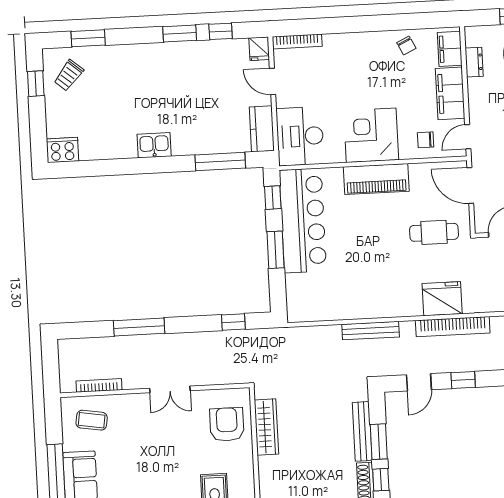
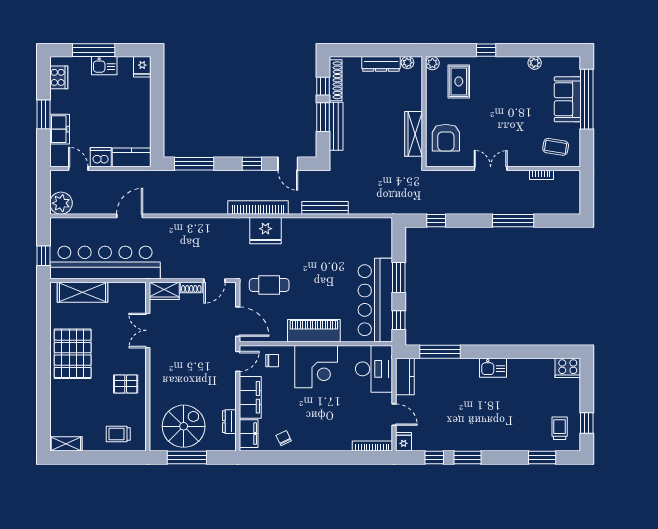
trolley: (69, 75) -> (560, 428), turned -40
door: (419, 382) -> (288, 164), swing flipped
bookcase: (99, 385) -> (541, 175), width x0.64

